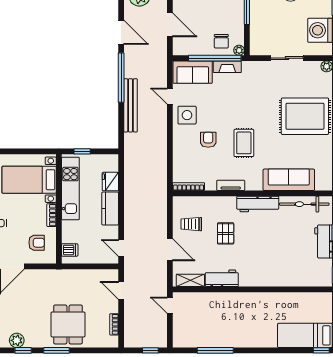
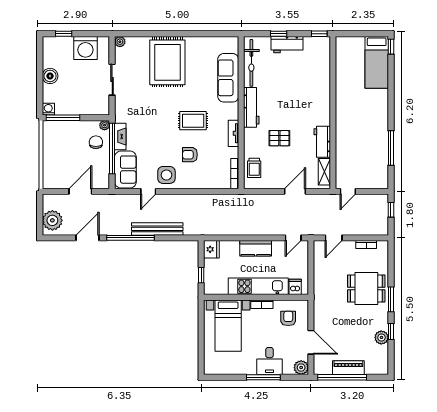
chair: (221, 41) -> (96, 142), turned -90
fridge: (110, 182) -> (211, 249), moved, turned -90
kitchen unit: (70, 189) -> (258, 286), moved
trolley: (191, 224) -> (254, 168), moved

